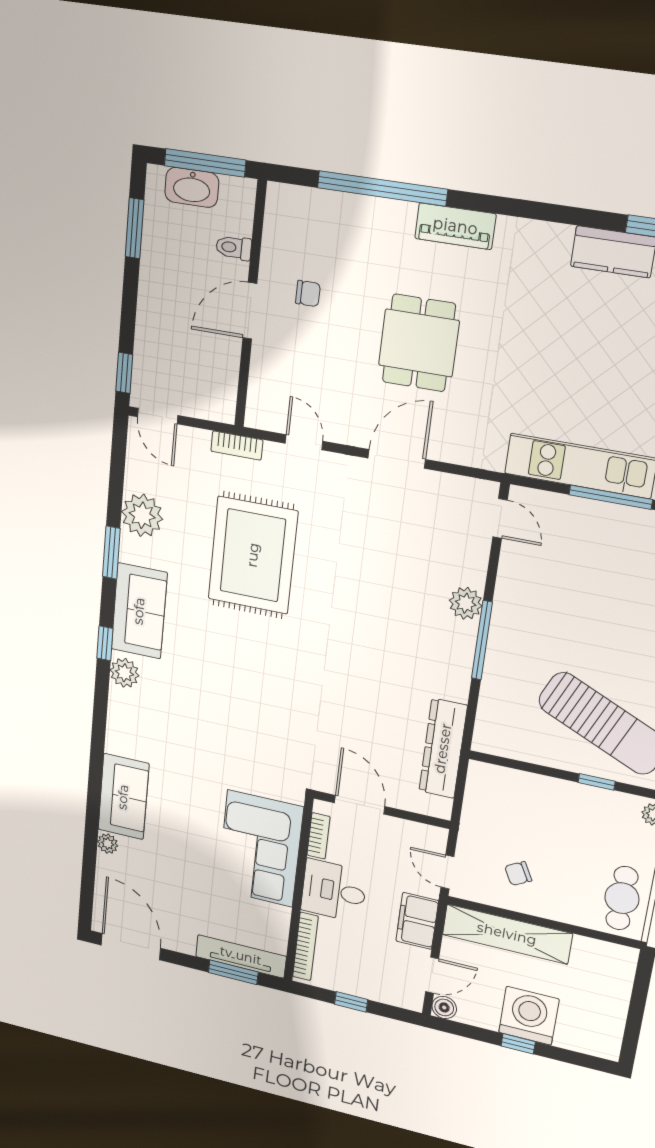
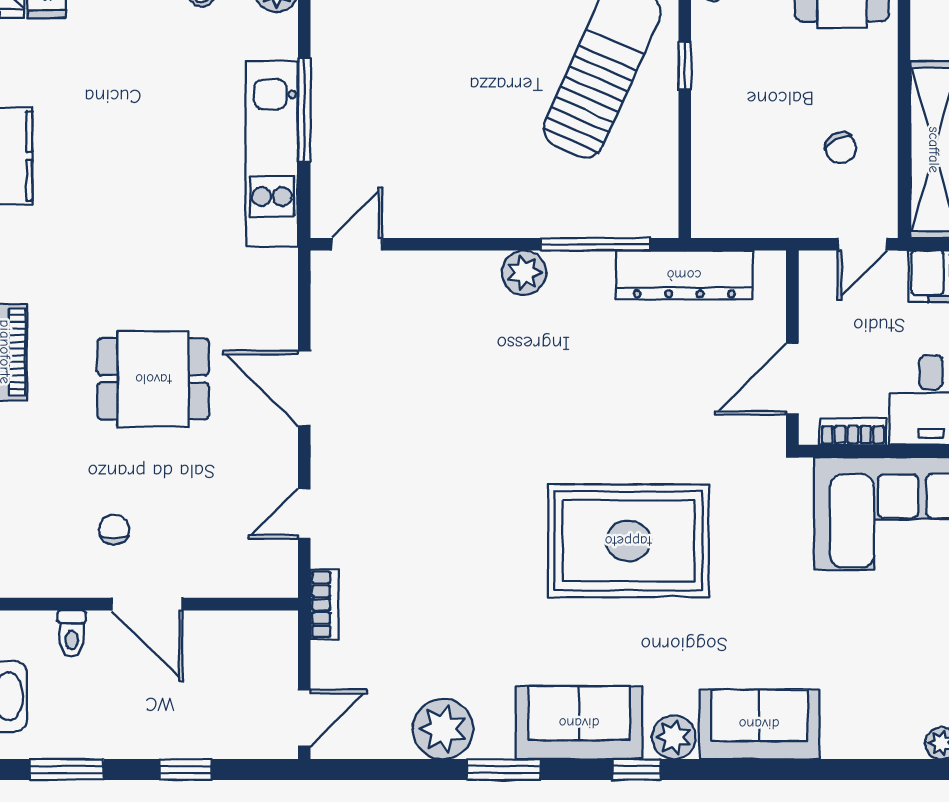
window: (124, 373) -> (185, 770), moved
rug: (253, 555) -> (628, 541), moved
plant: (466, 603) -> (524, 273), moved
window: (482, 640) -> (596, 244), moved
sofa: (123, 797) -> (759, 724), moved

